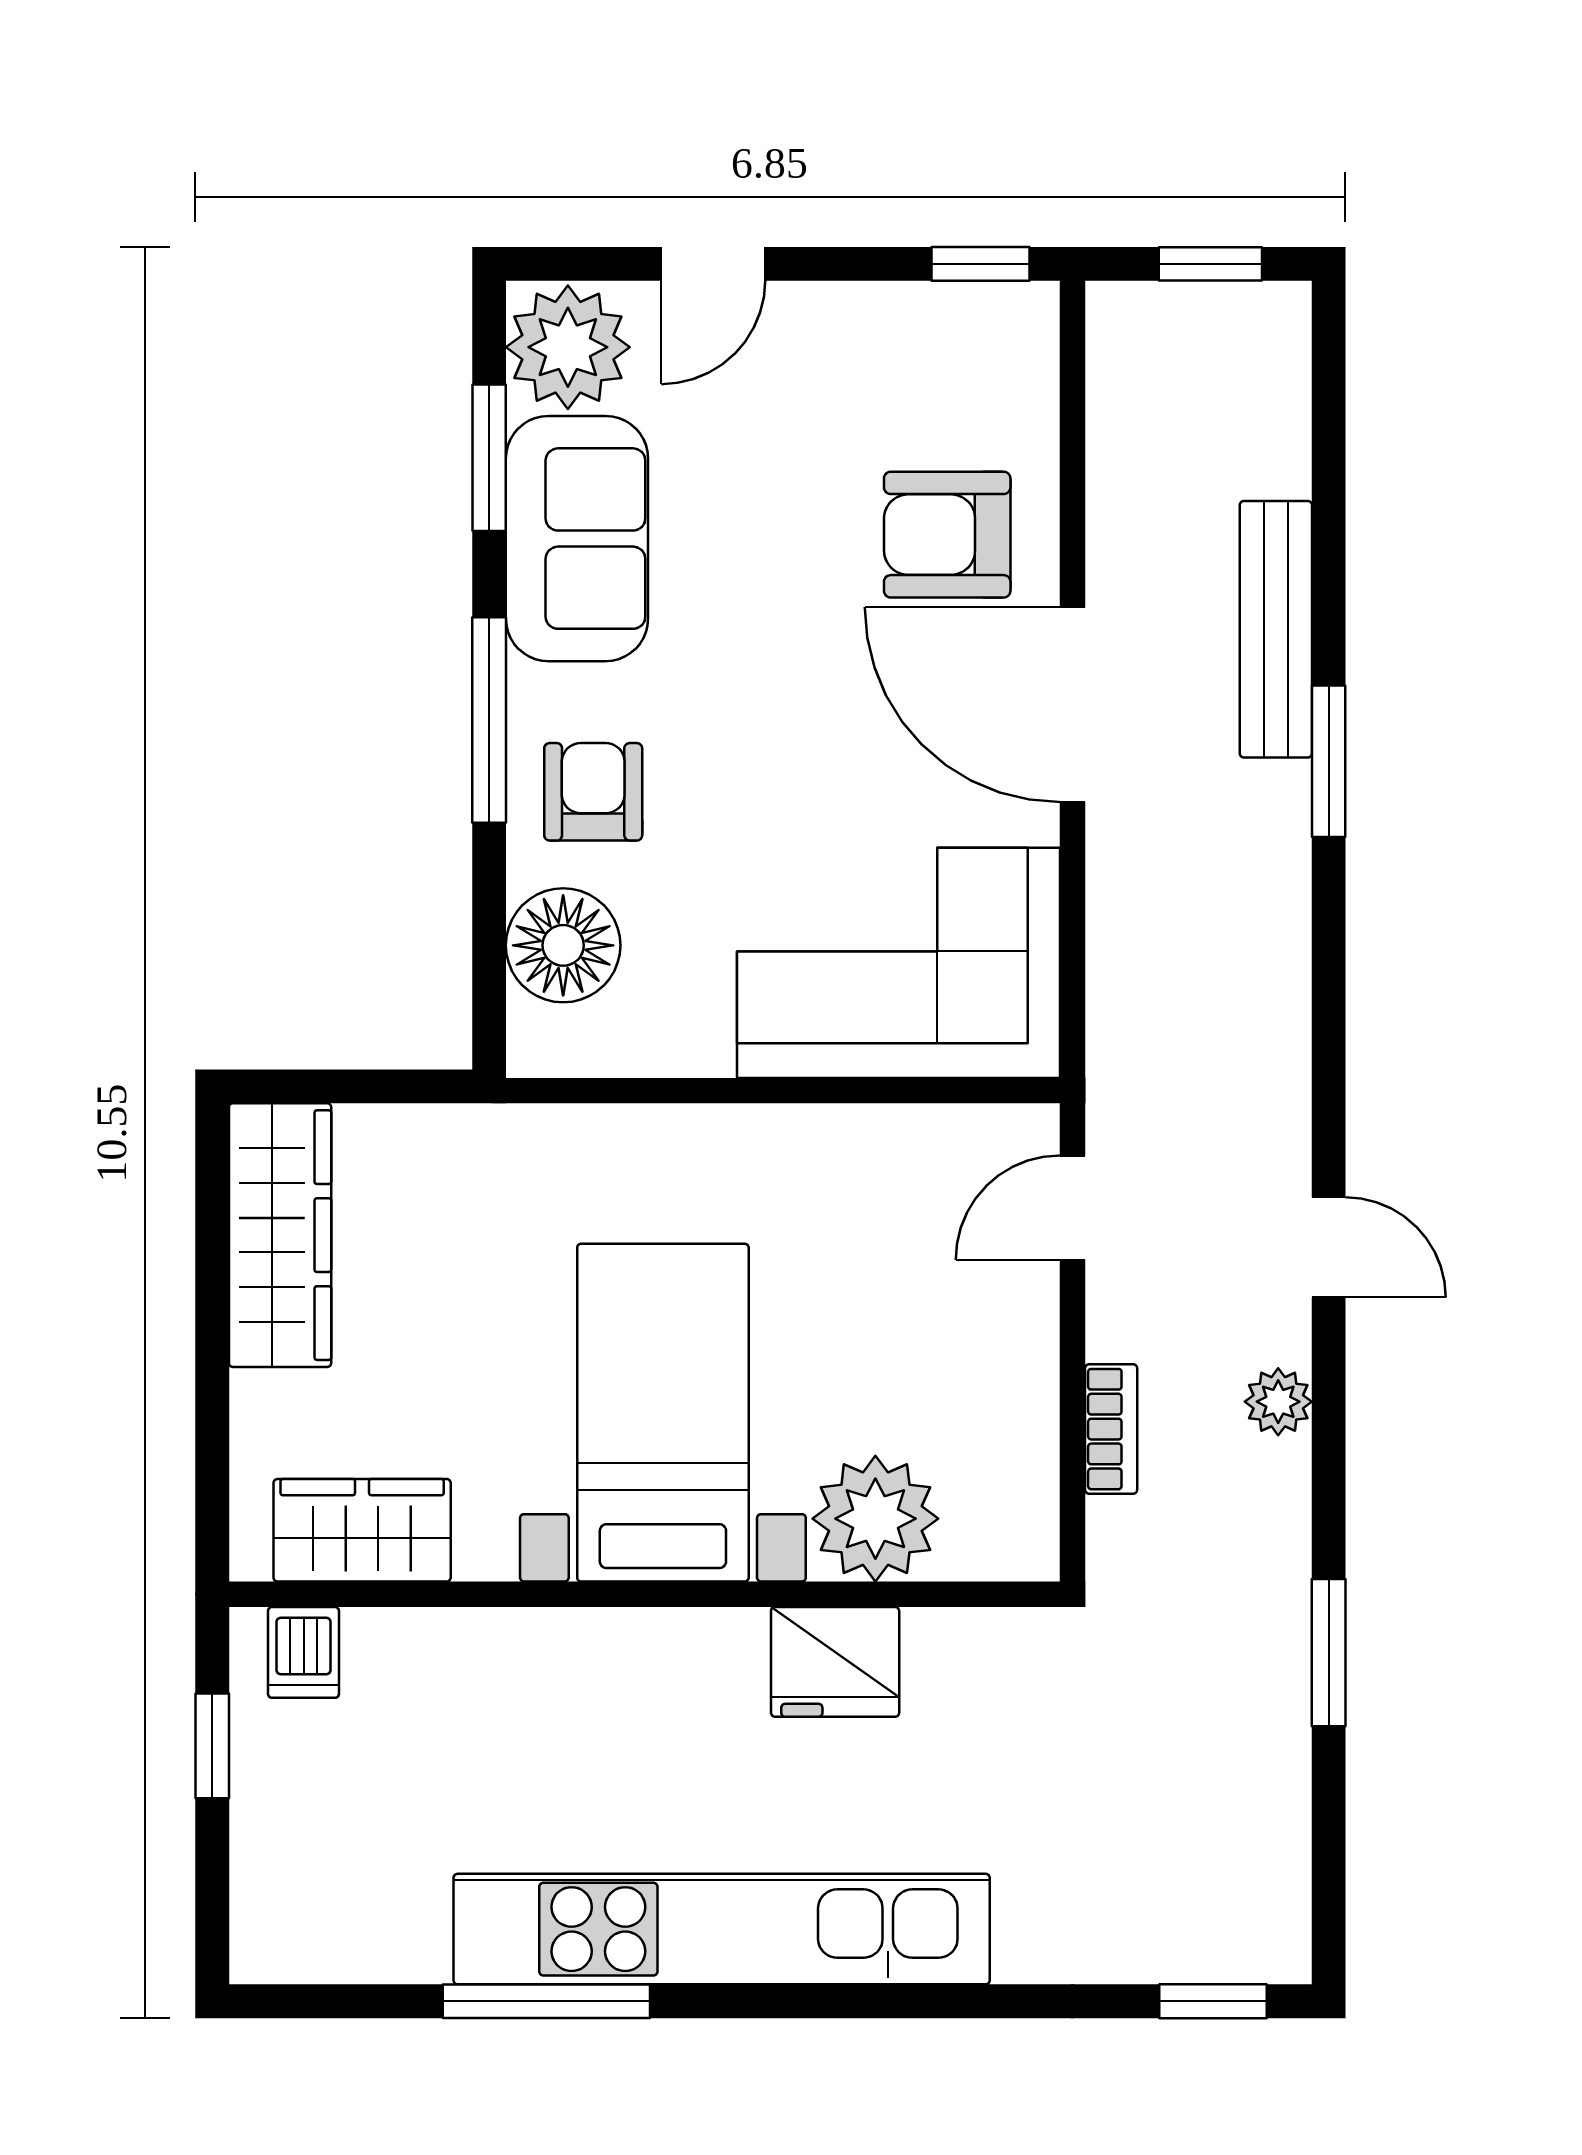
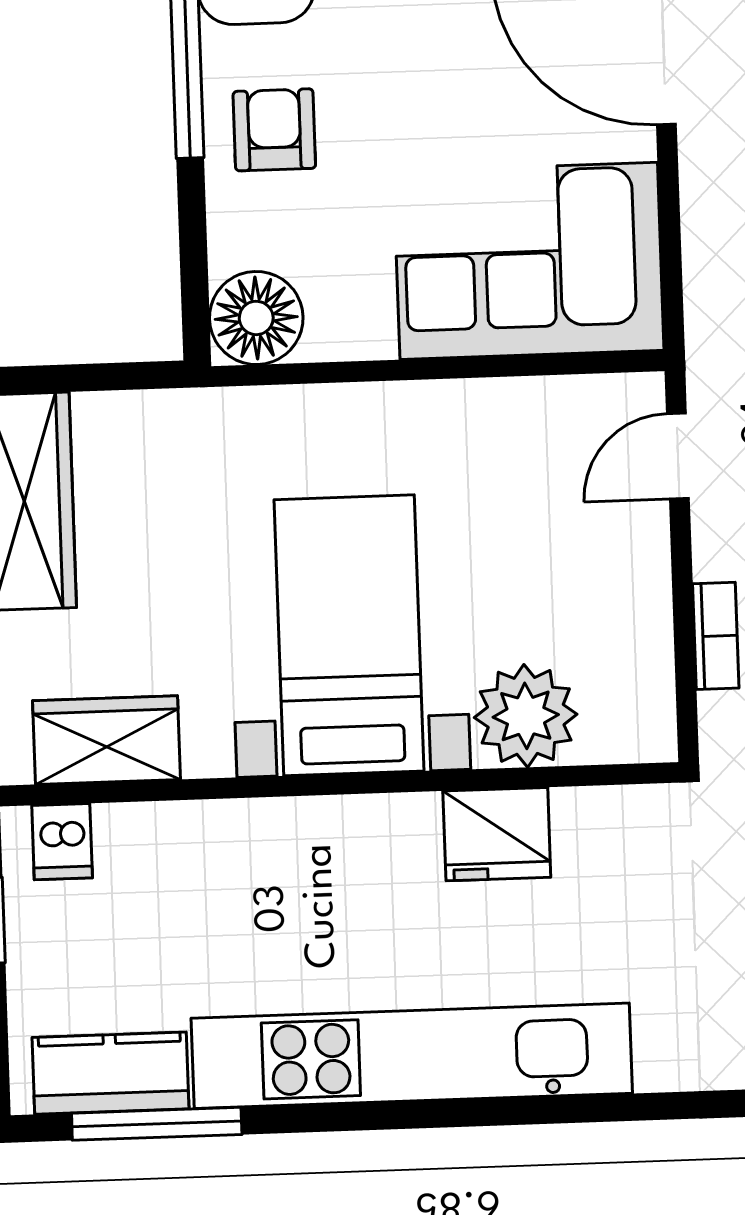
floor lamp: (563, 945) -> (256, 318), moved
kitchen counter: (353, 1937) -> (110, 1073), added
window: (546, 2001) -> (157, 1124), moved

